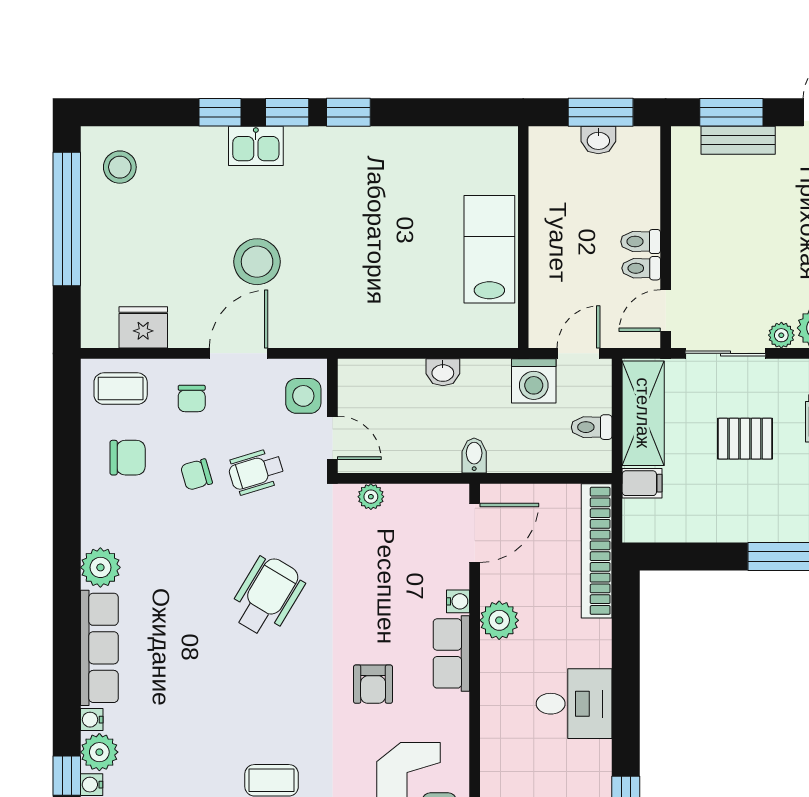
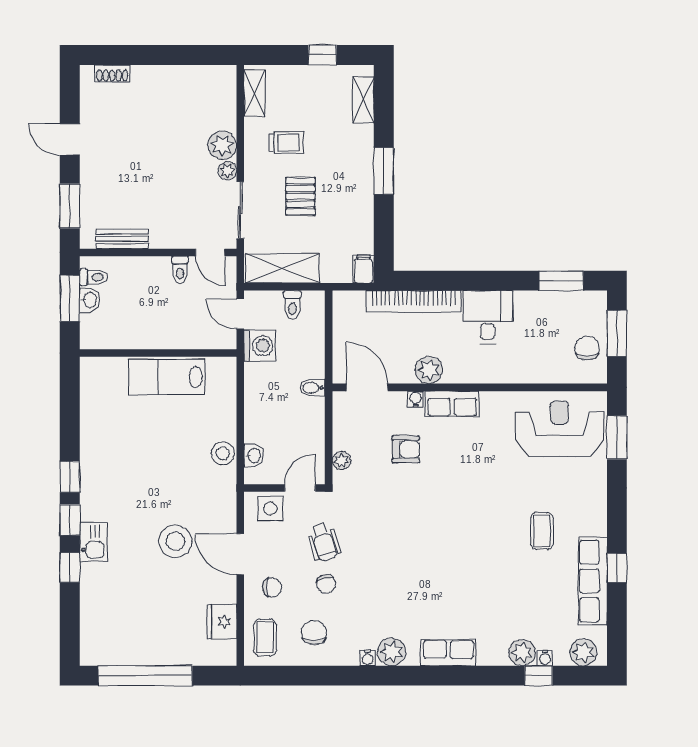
bench: (738, 140) -> (122, 239), moved, turned 90
stool: (120, 167) -> (223, 453), moved
toilet: (641, 242) -> (94, 277), moved, turned -90
washbasin: (443, 372) -> (254, 456), moved
filing cabinet: (642, 483) -> (363, 269), moved
bookcase: (597, 551) -> (414, 301), moved
wheelchair: (267, 596) -> (412, 534), removed
row of seats: (99, 648) -> (448, 653), width x0.68
armchair: (373, 684) -> (406, 449), moved
water cooler: (92, 720) -> (368, 658), moved

